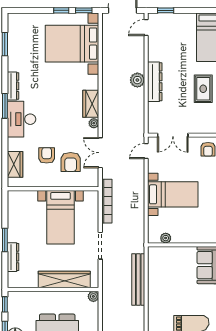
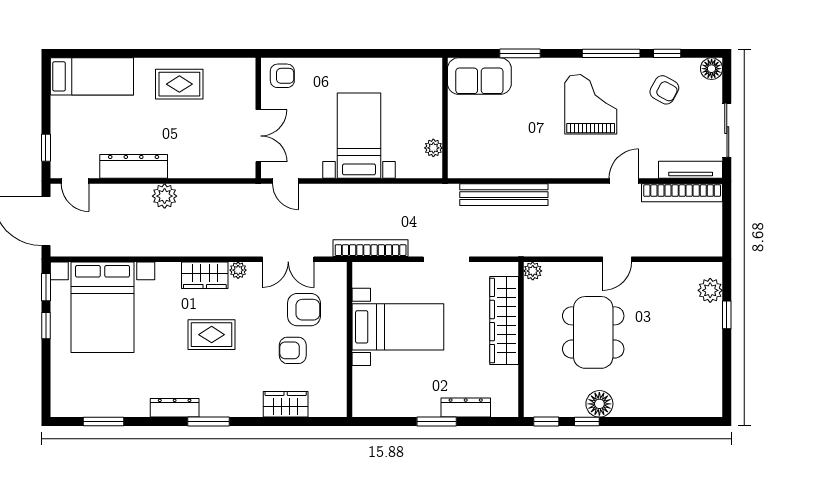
dresser: (155, 82) -> (134, 166), moved
rug: (56, 108) -> (212, 335), added
desk: (21, 119) -> (231, 393), removed
wardrobe: (15, 164) -> (286, 404), moved

